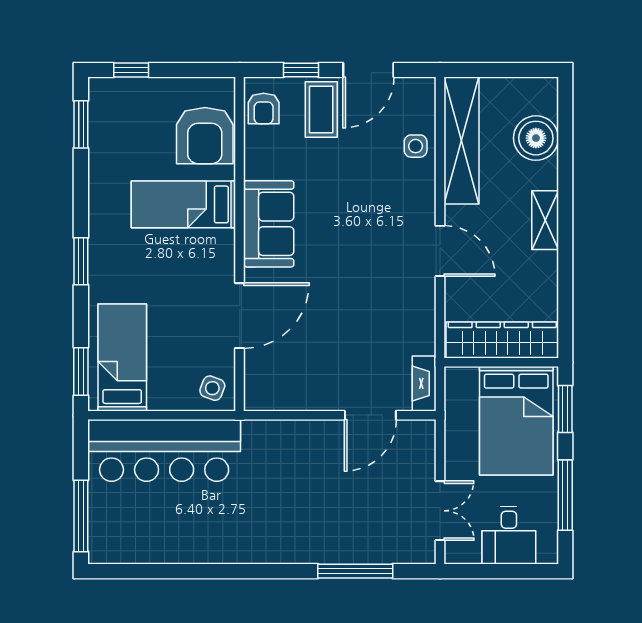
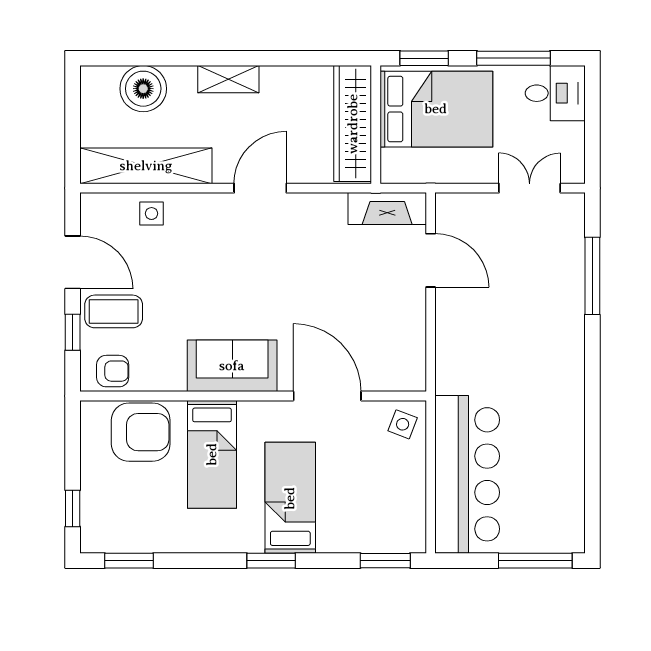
bed: (122, 357) -> (290, 498), moved, turned 90
fireplace: (424, 383) -> (387, 209), width x1.37, depth x1.32
desk: (509, 535) -> (555, 93), moved

